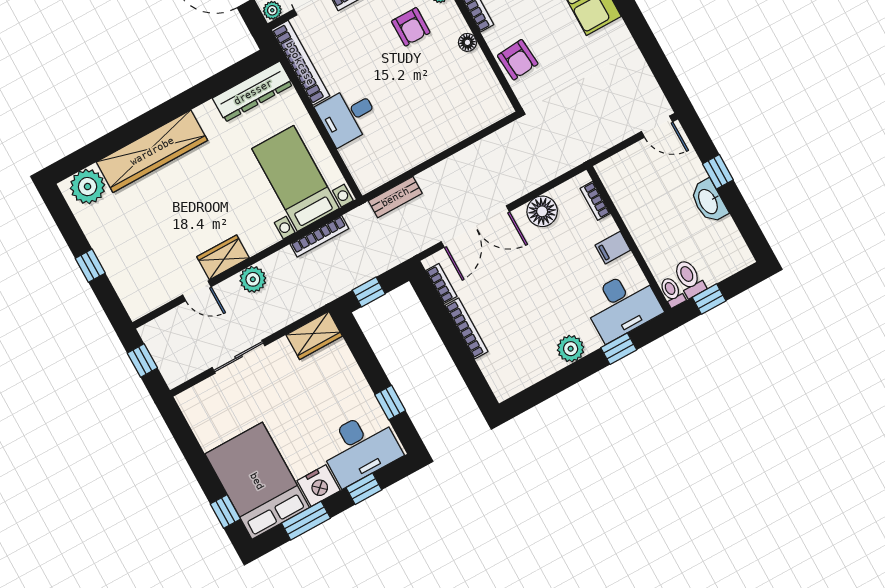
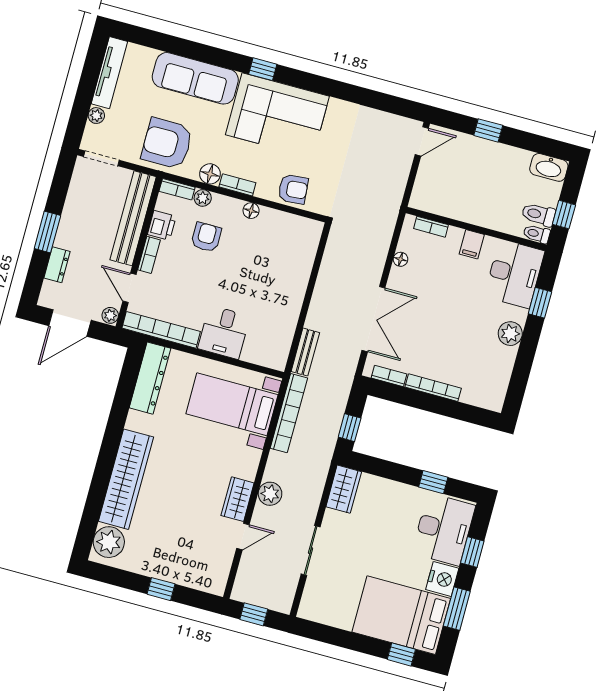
armchair: (411, 27) -> (206, 237), turned -90
washbasin: (709, 201) -> (549, 167), moved
floor lamp: (542, 211) -> (401, 259), width x0.53, depth x0.53
bookcase: (319, 236) -> (289, 413), width x1.48, depth x1.31

